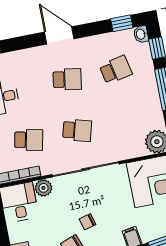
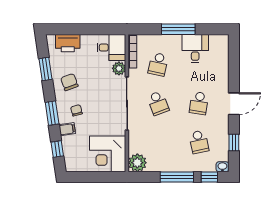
window: (122, 23) -> (234, 143), moved
school desk: (77, 130) -> (158, 103), turned -36
chair: (88, 222) -> (76, 110), moved

